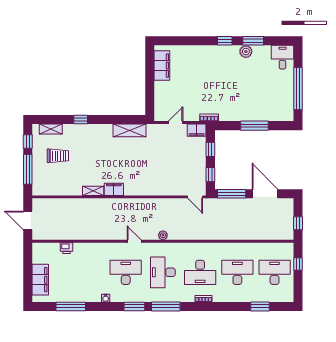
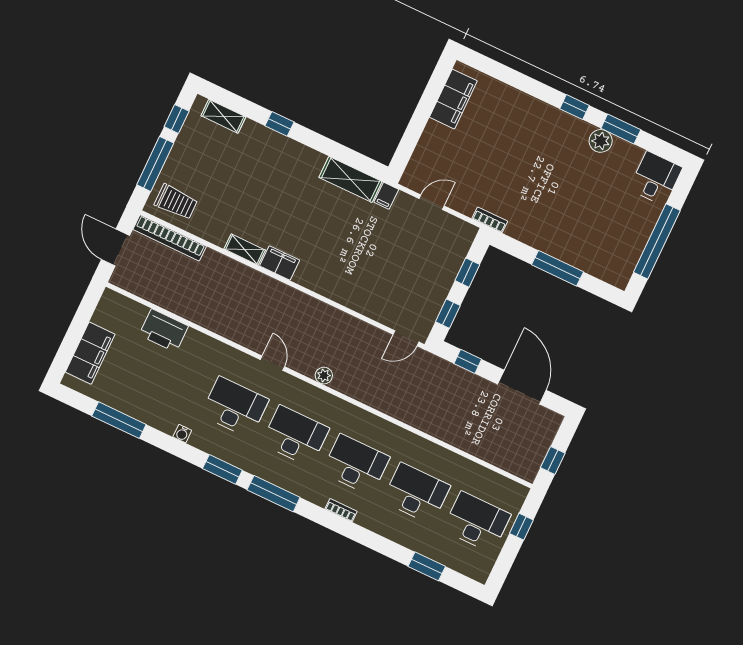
filing cabinet: (197, 130) -> (386, 196), moved, width x0.50
trolley: (58, 156) -> (176, 202), moved
window: (232, 194) -> (468, 361), width x0.46
door: (195, 197) -> (406, 338), hinge flipped
bookcase: (53, 203) -> (170, 238), added
printer: (66, 248) -> (164, 331), width x1.87, depth x1.48
desk: (163, 272) -> (295, 436), turned 90
desk: (200, 272) -> (356, 465), turned 180

